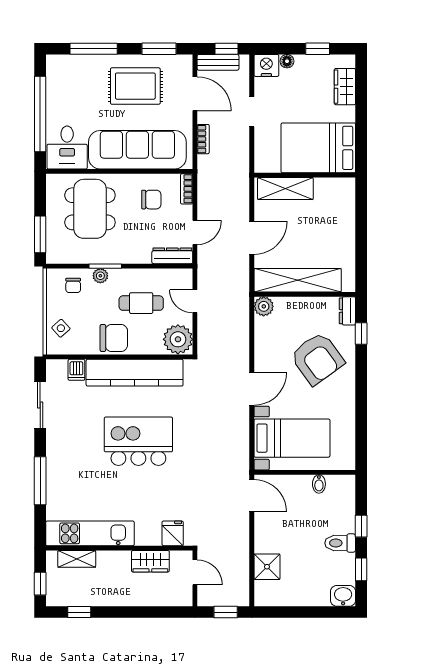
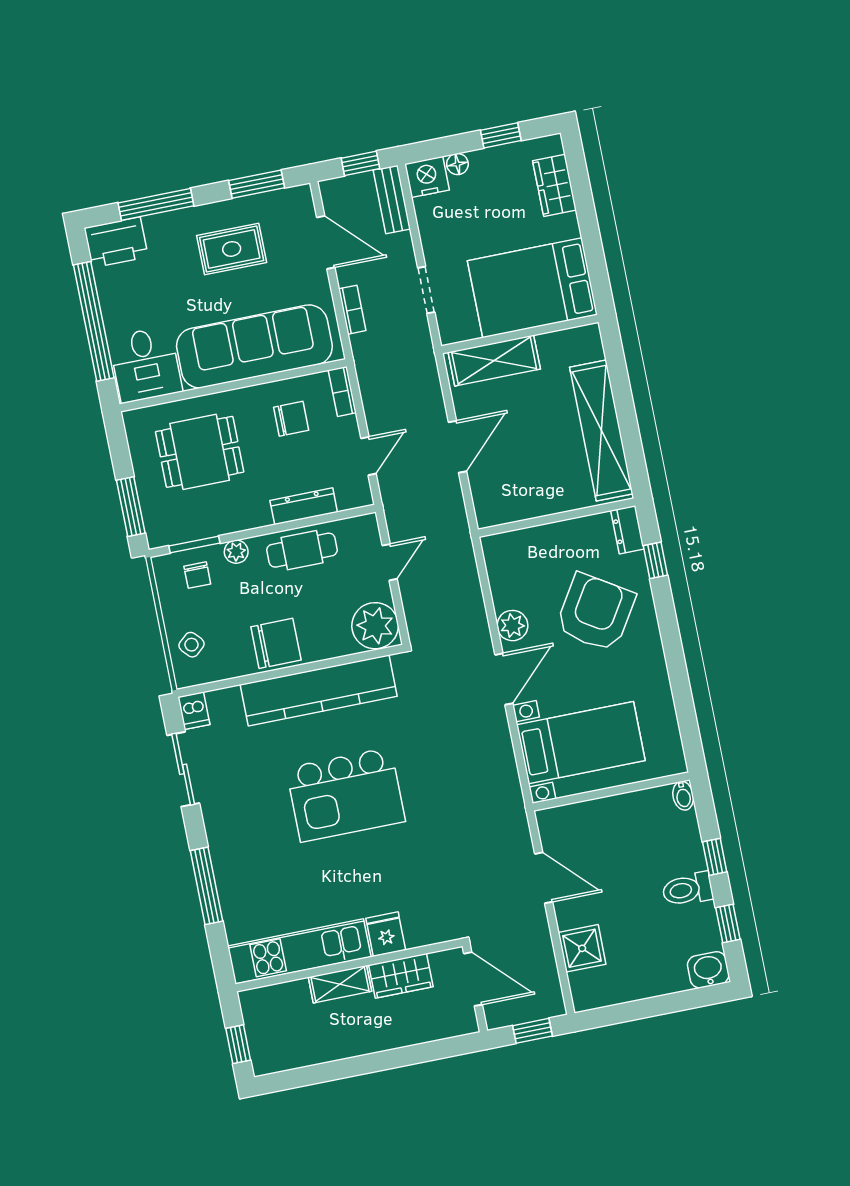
bench: (218, 62) -> (392, 200), moved, turned 90
printer: (64, 67) -> (116, 242), added
rug: (135, 86) -> (232, 249), width x0.73, depth x0.70
doorway: (252, 112) -> (426, 290), moved
dining table: (90, 209) -> (200, 452), width x0.73
dresser: (172, 256) -> (304, 506), moved
window: (105, 266) -> (194, 545), moved
shelving: (298, 280) -> (601, 430), moved, turned 90
door: (195, 301) -> (390, 562), swing flipped
cafe table: (141, 303) -> (302, 550), moved
plant: (264, 306) -> (512, 626), moved
armchair: (317, 358) -> (595, 612), turned -112
dishwasher: (76, 370) -> (194, 711), moved
kitchen island: (138, 441) -> (346, 795), turned 180
bidet: (319, 484) -> (683, 796), moved
door: (252, 496) -> (544, 878), moved
fridge: (173, 533) -> (386, 934), moved
shelving: (77, 559) -> (340, 984), moved
door: (195, 572) -> (473, 979), width x1.37
window: (79, 612) -> (307, 1076), removed

